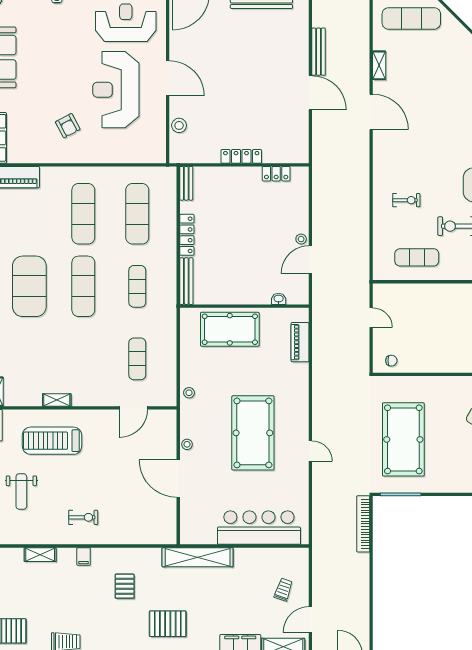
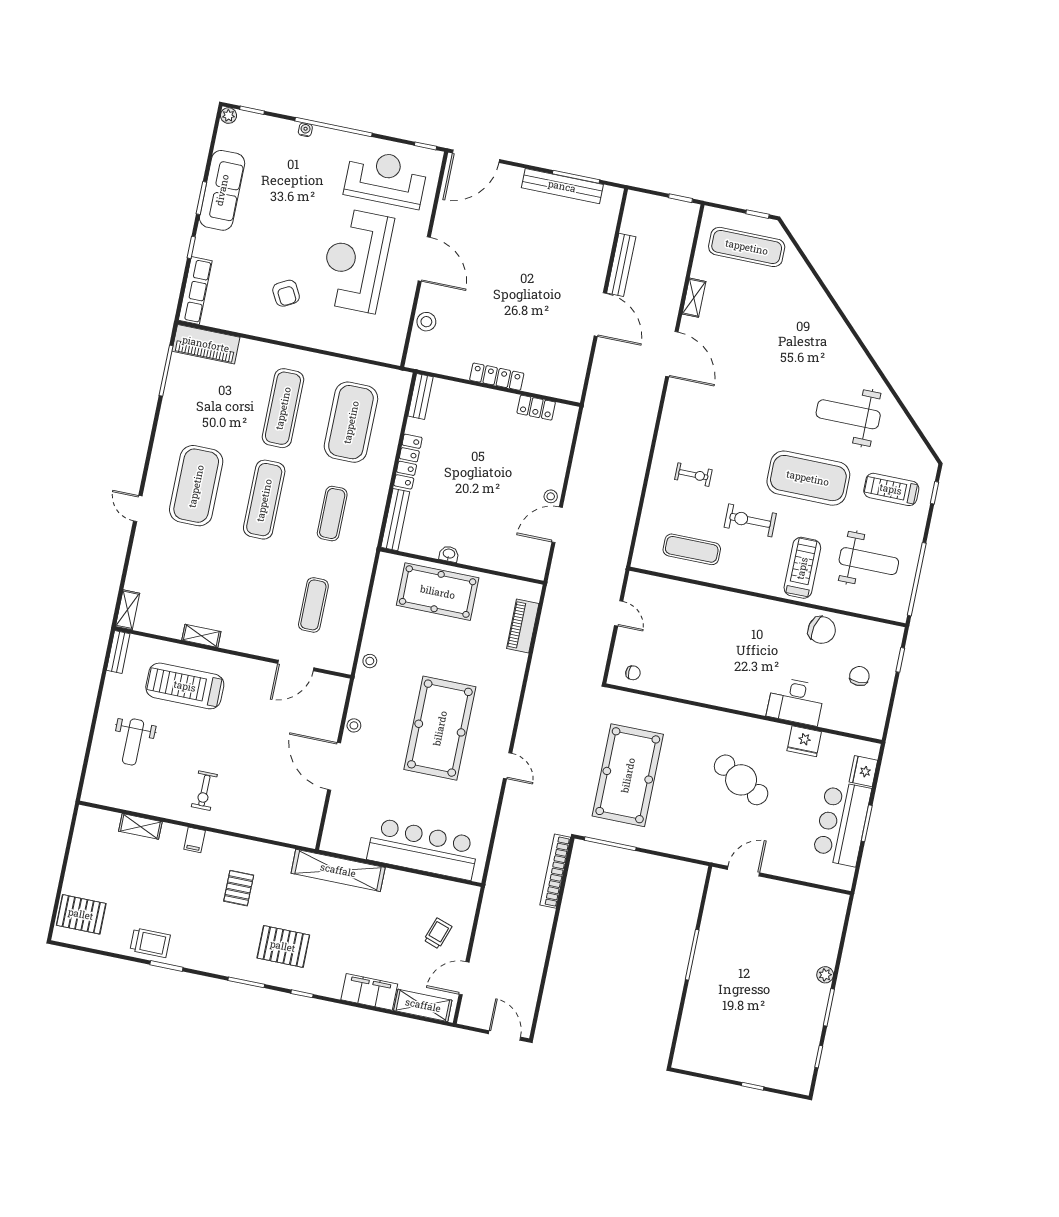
exercise mat: (137, 214) -> (351, 422), width x1.47
washbasin: (279, 299) -> (449, 554), moved
exercise bike: (83, 517) -> (204, 791), turned 90

